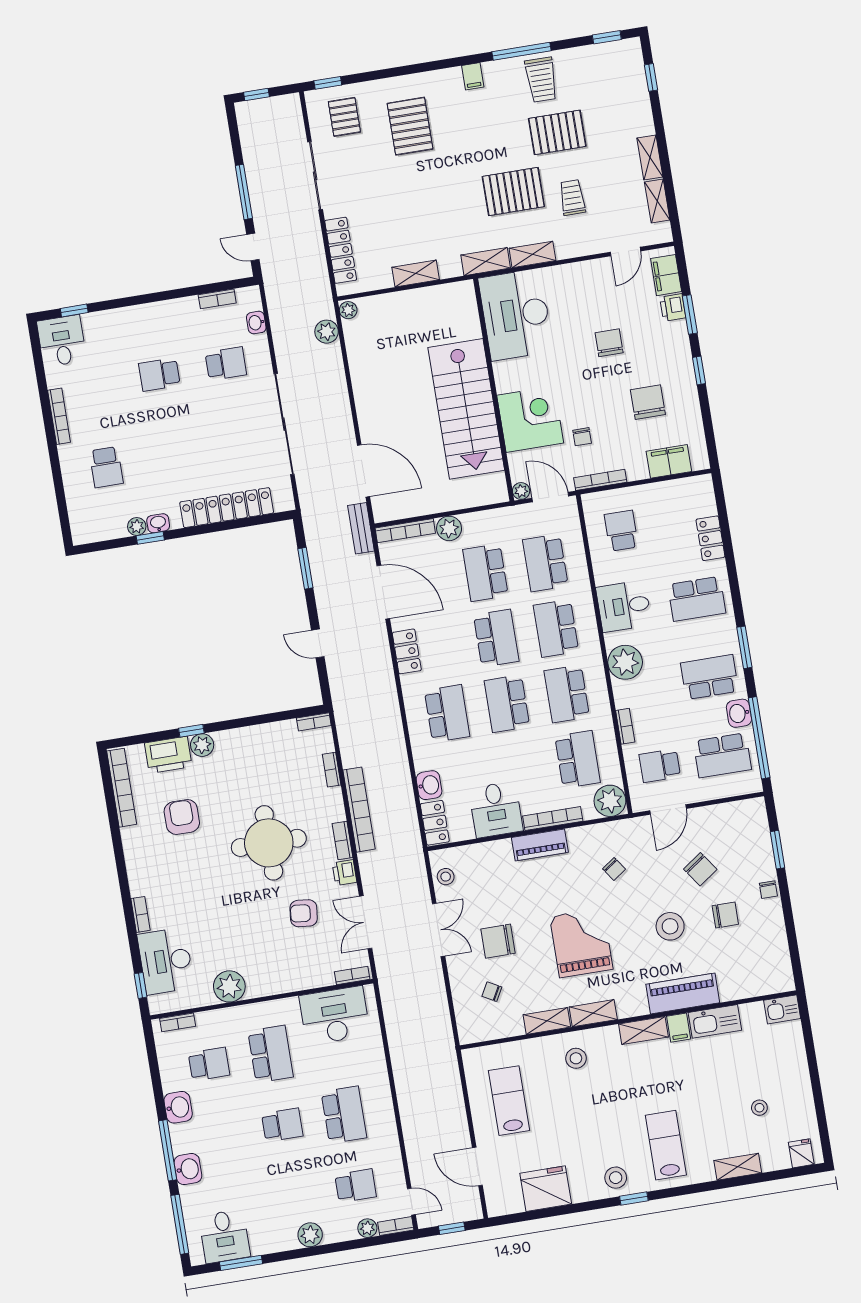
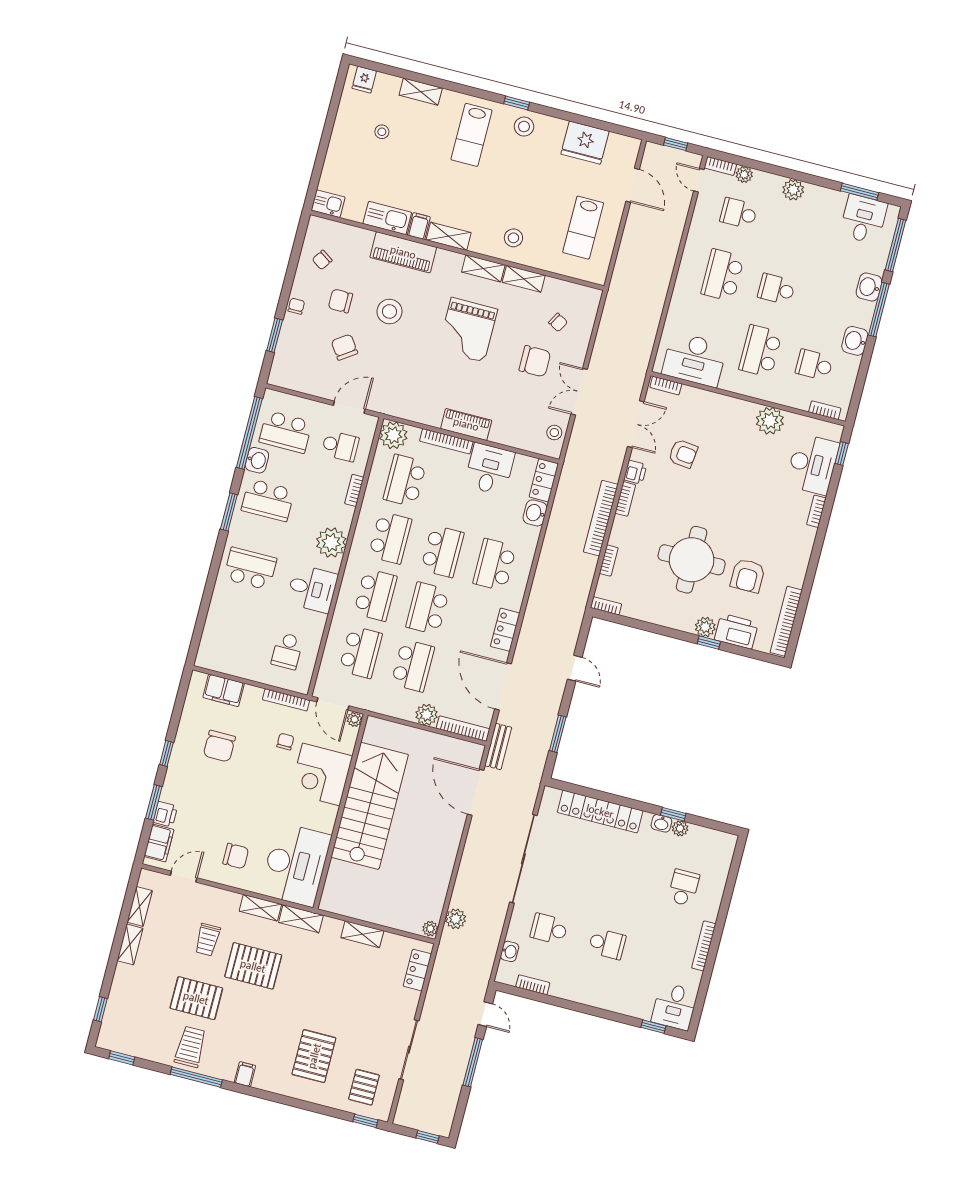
locker: (341, 250) -> (417, 970), width x0.66
chair: (609, 343) -> (236, 856), moved, turned -90
locker: (710, 538) -> (217, 613), removed
school desk: (722, 755) -> (286, 432), turned 180
round table: (269, 843) -> (692, 560), moved
chair: (614, 869) -> (322, 260), moved, turned -111

